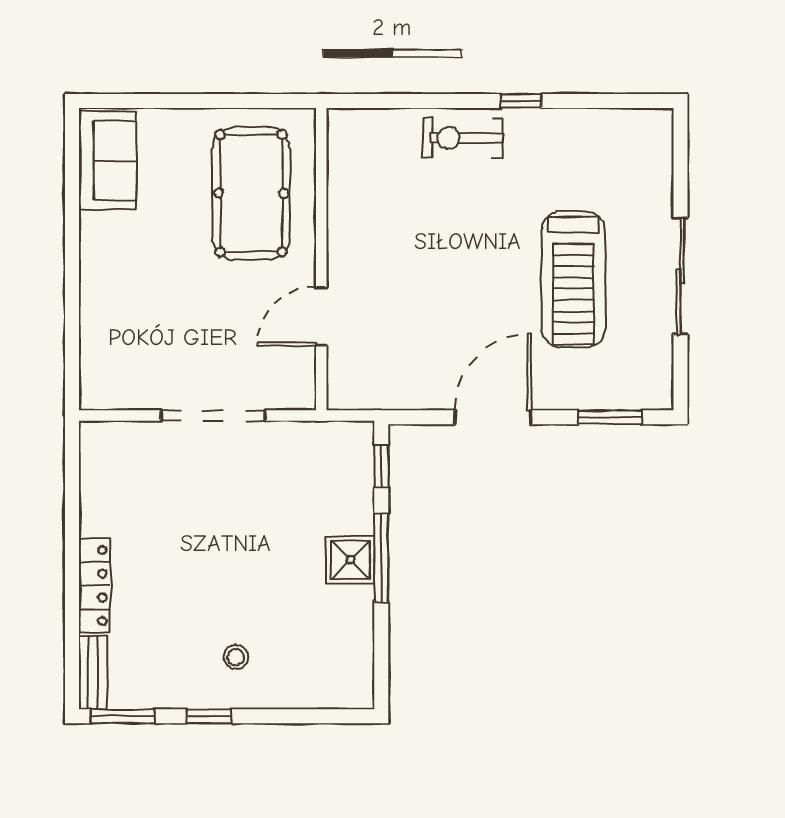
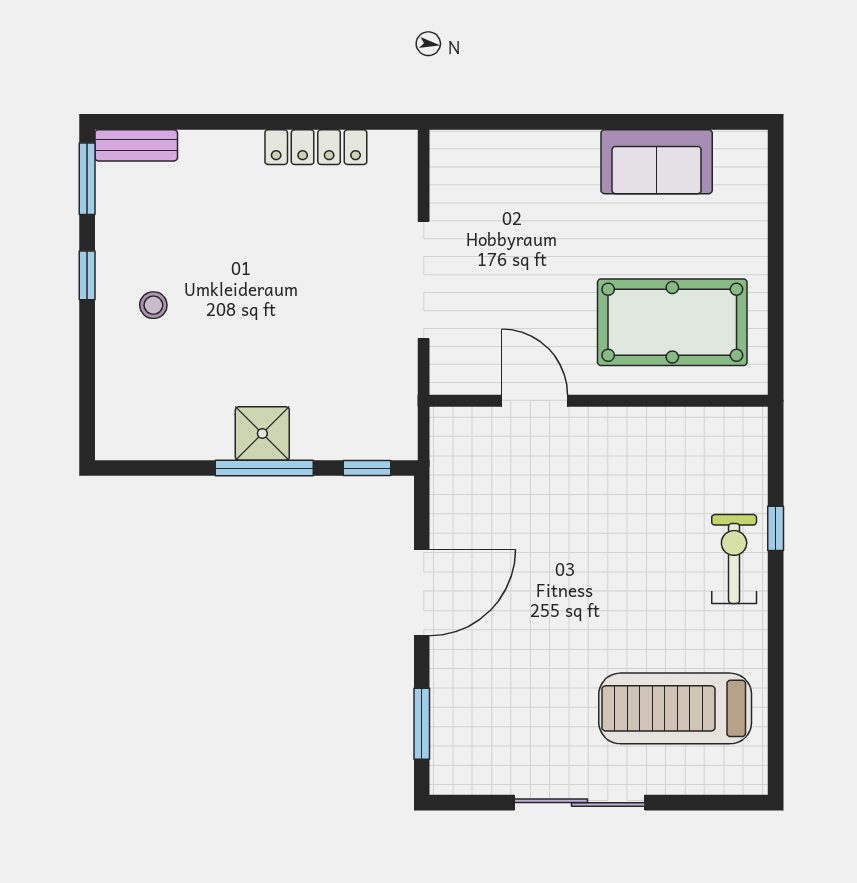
window: (521, 101) -> (776, 528), moved
sofa: (108, 161) -> (657, 162), moved
treadmill: (573, 279) -> (675, 708), moved
door: (493, 417) -> (422, 593), hinge flipped
locker: (95, 586) -> (316, 147), moved

